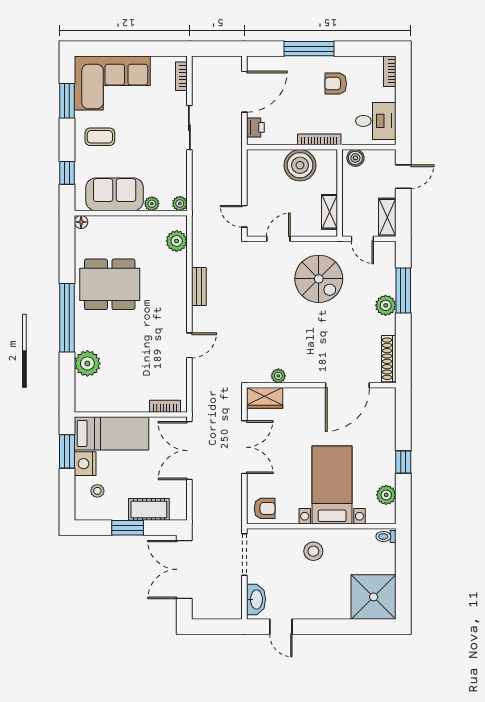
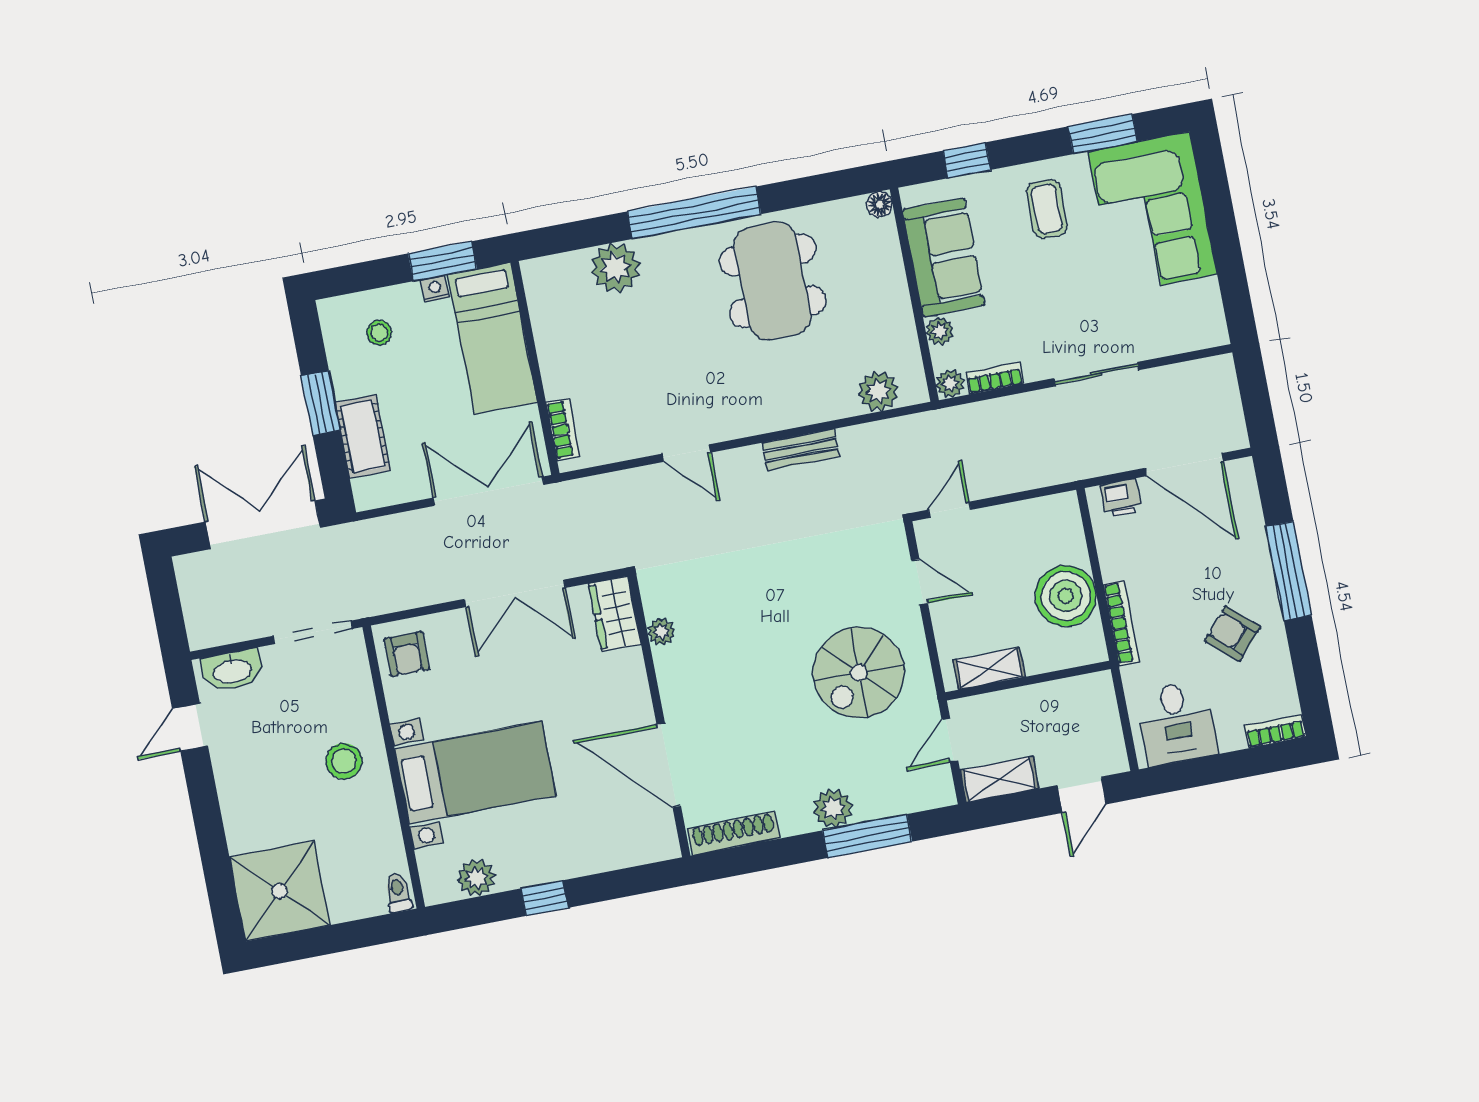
bookcase: (181, 76) -> (995, 378), moved
armchair: (336, 84) -> (1232, 634), turned -48
boiler: (355, 158) -> (1100, 698), removed
door: (403, 177) -> (1082, 795), hinge flipped
nightstand: (85, 464) -> (435, 289), width x0.53, depth x0.56

